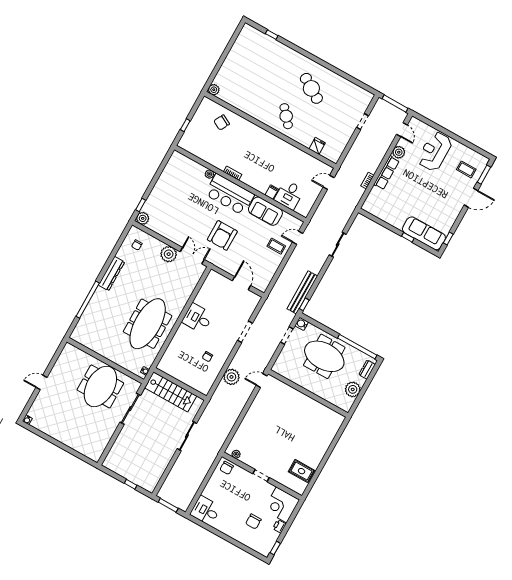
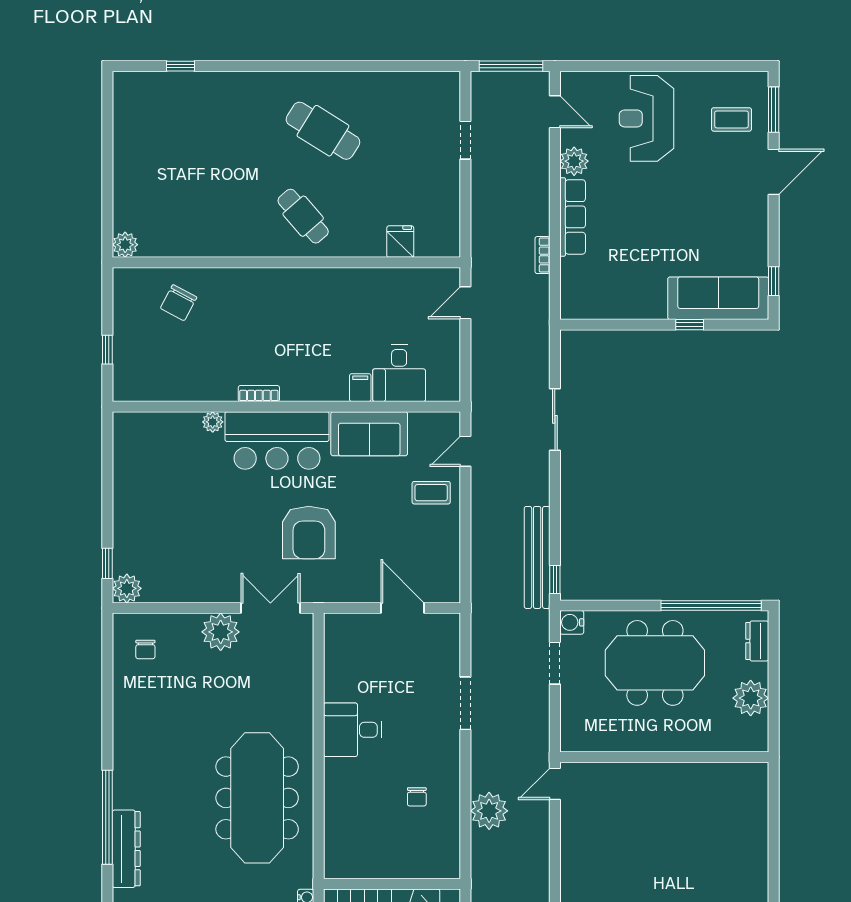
dresser: (111, 274) -> (126, 849), moved

